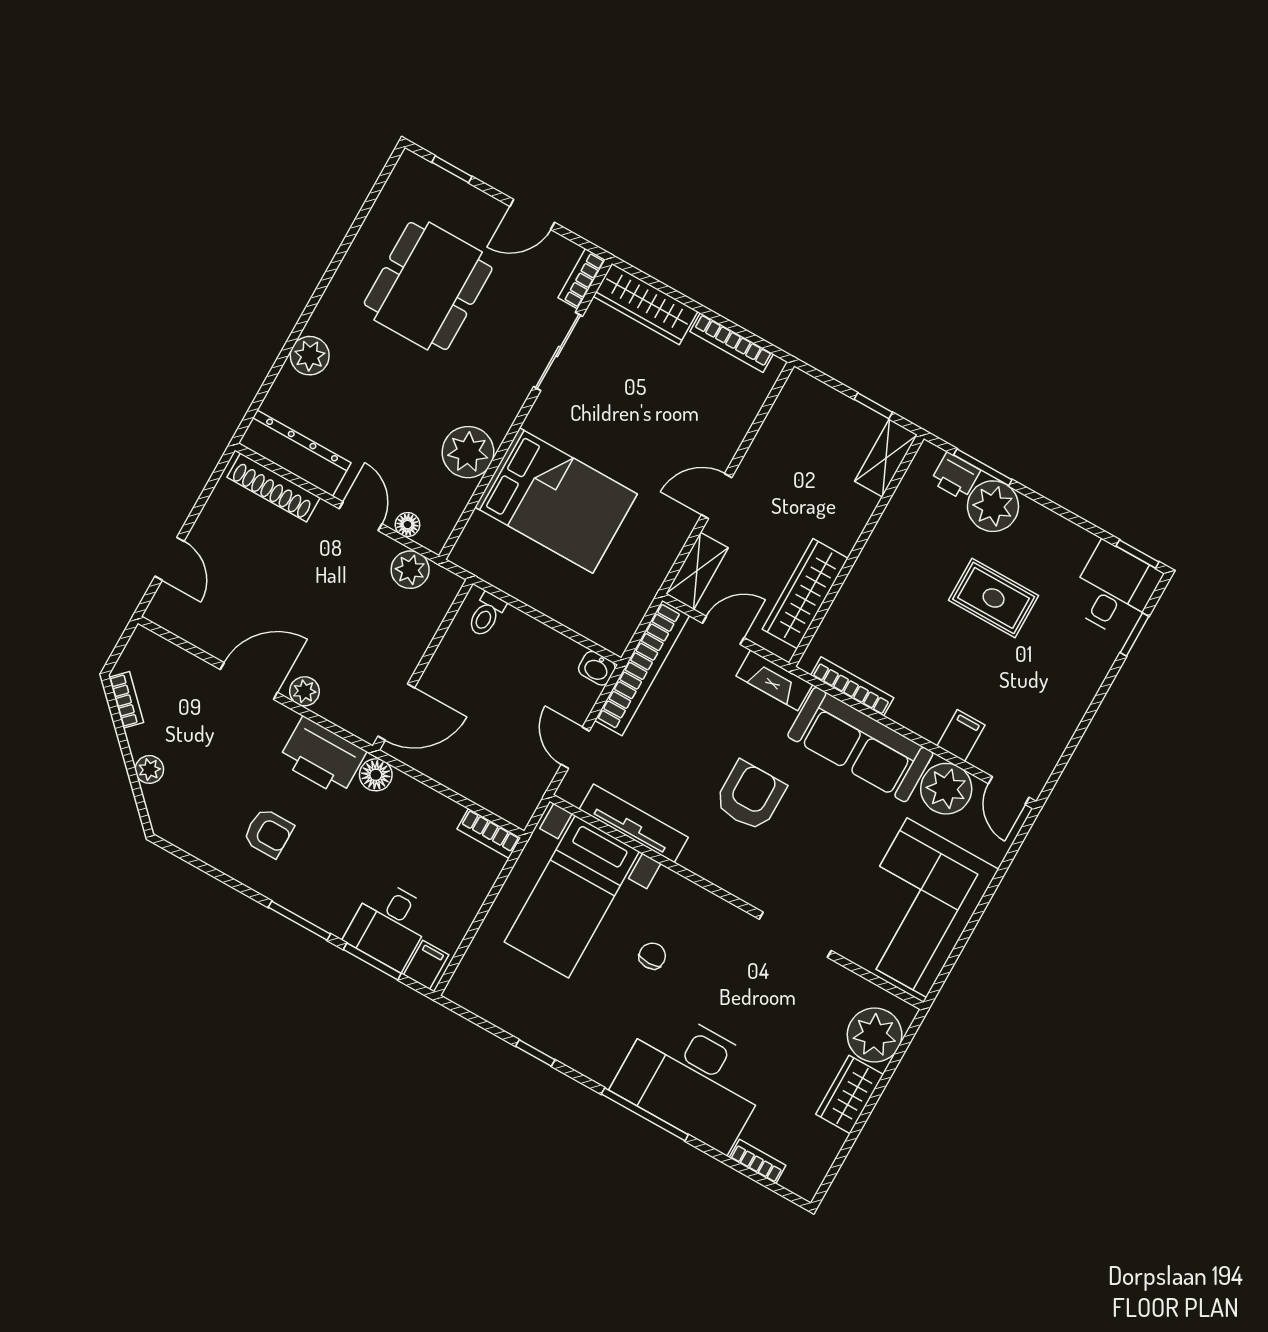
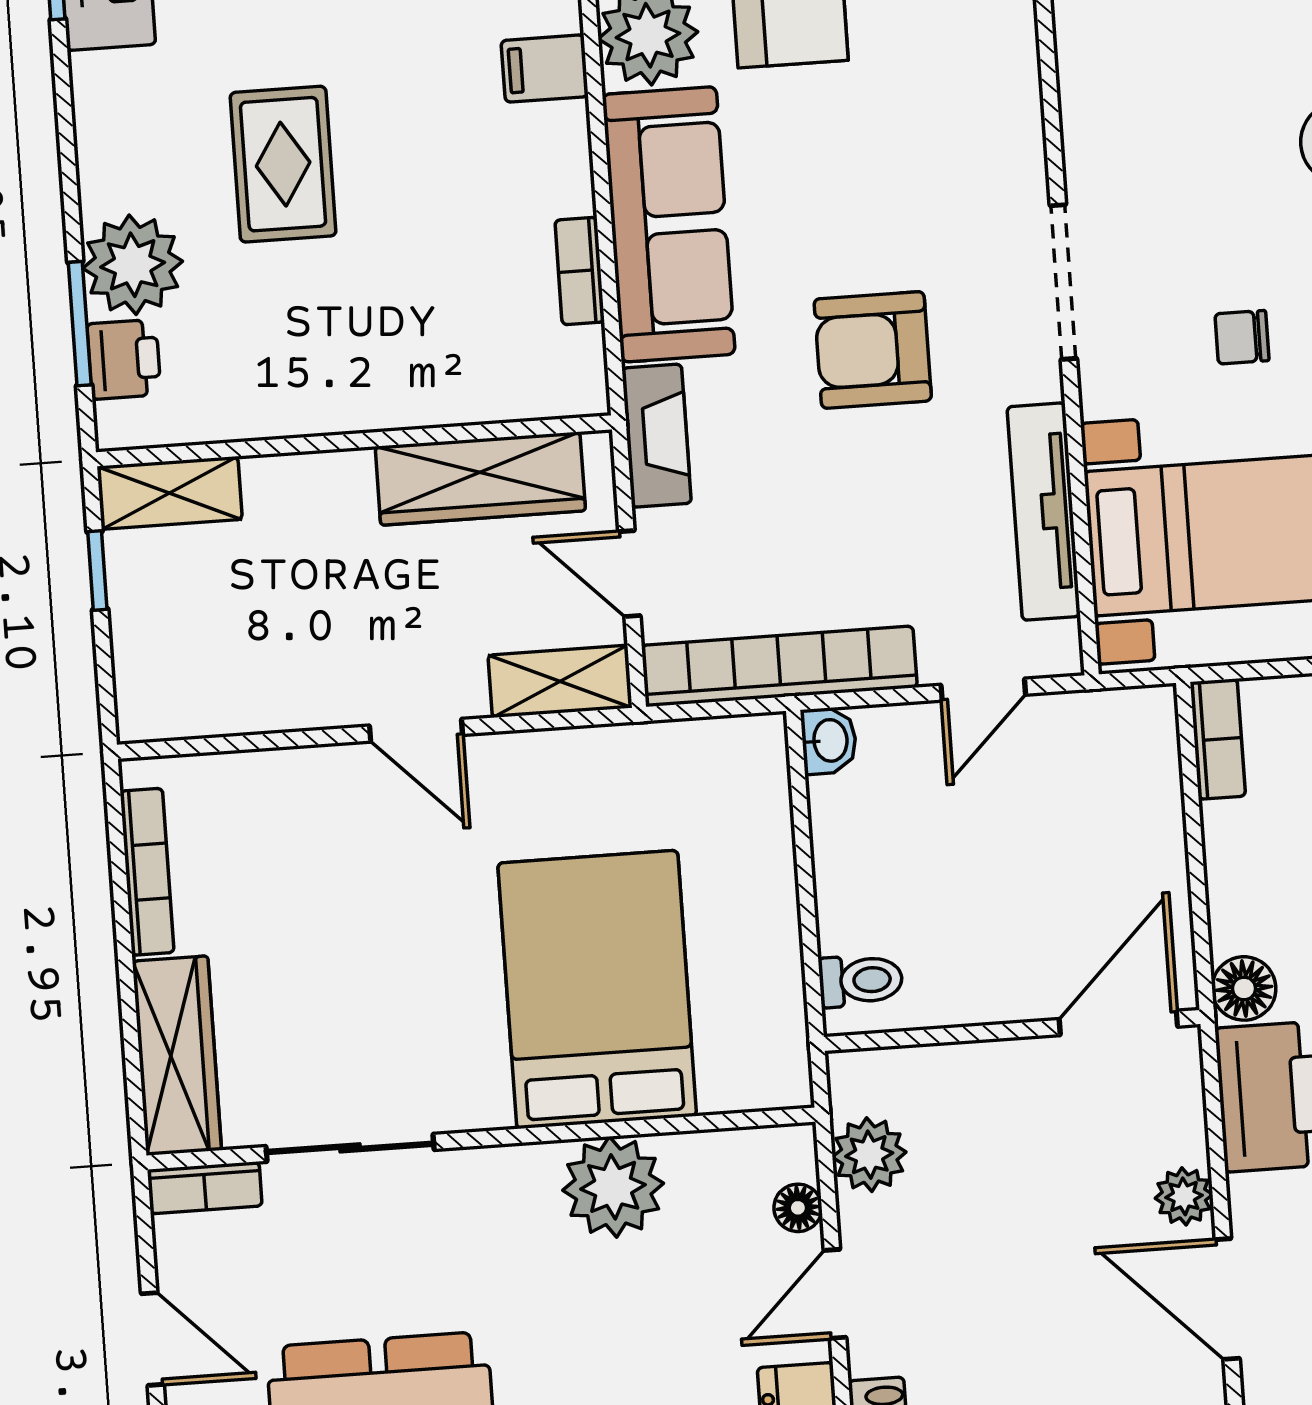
bookcase: (852, 686) -> (580, 271), width x0.64
door: (396, 712) -> (1118, 1023), hinge flipped
doorway: (795, 935) -> (1063, 282), moved

